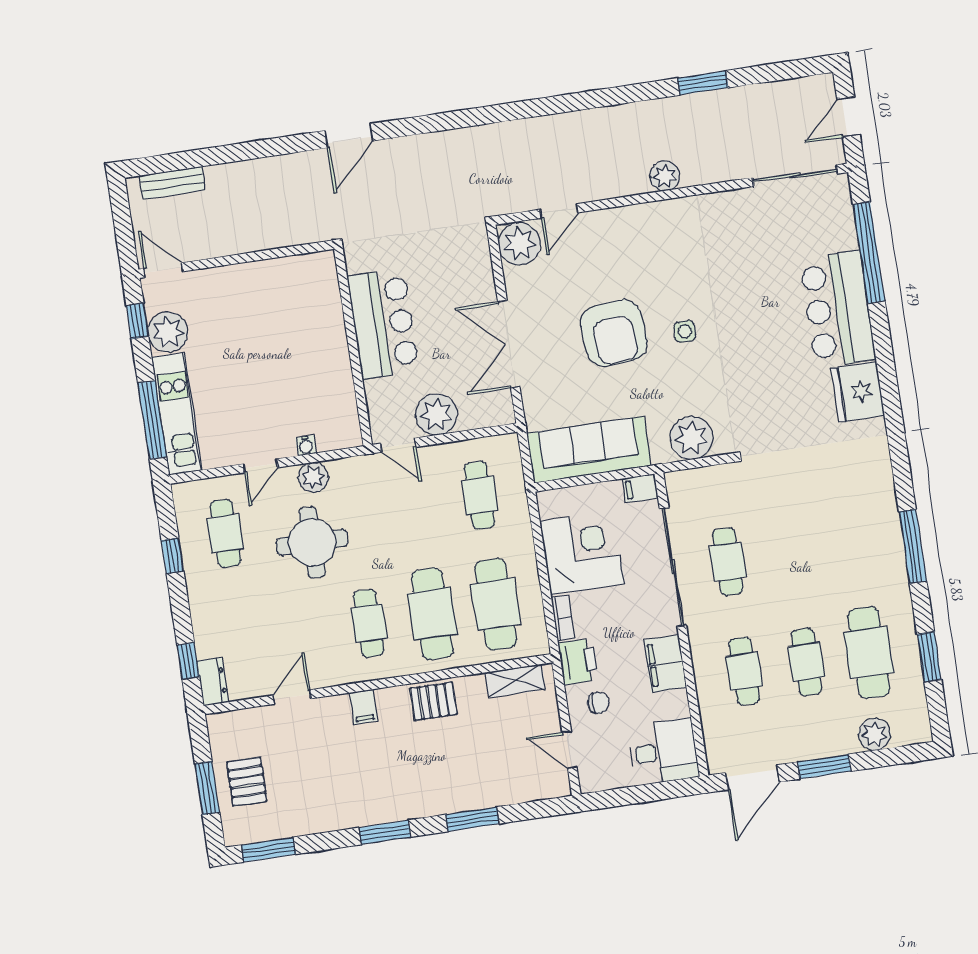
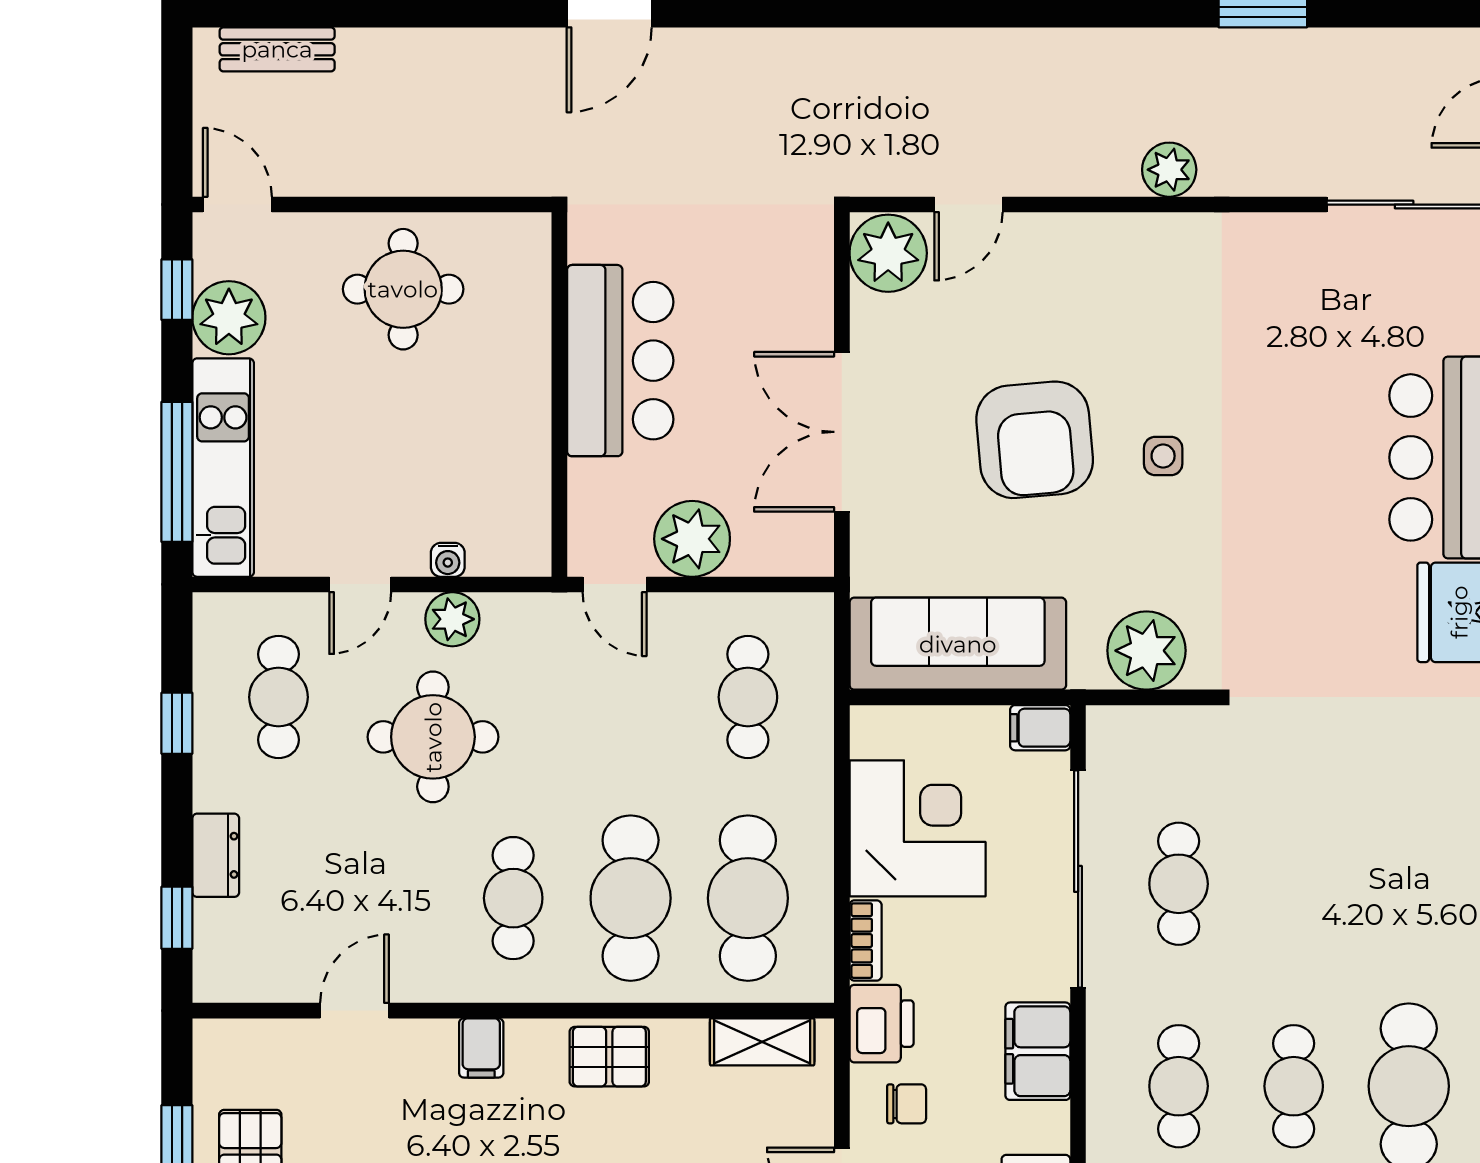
round table: (260, 303) -> (403, 289), added
dresser: (213, 681) -> (216, 855), moved

